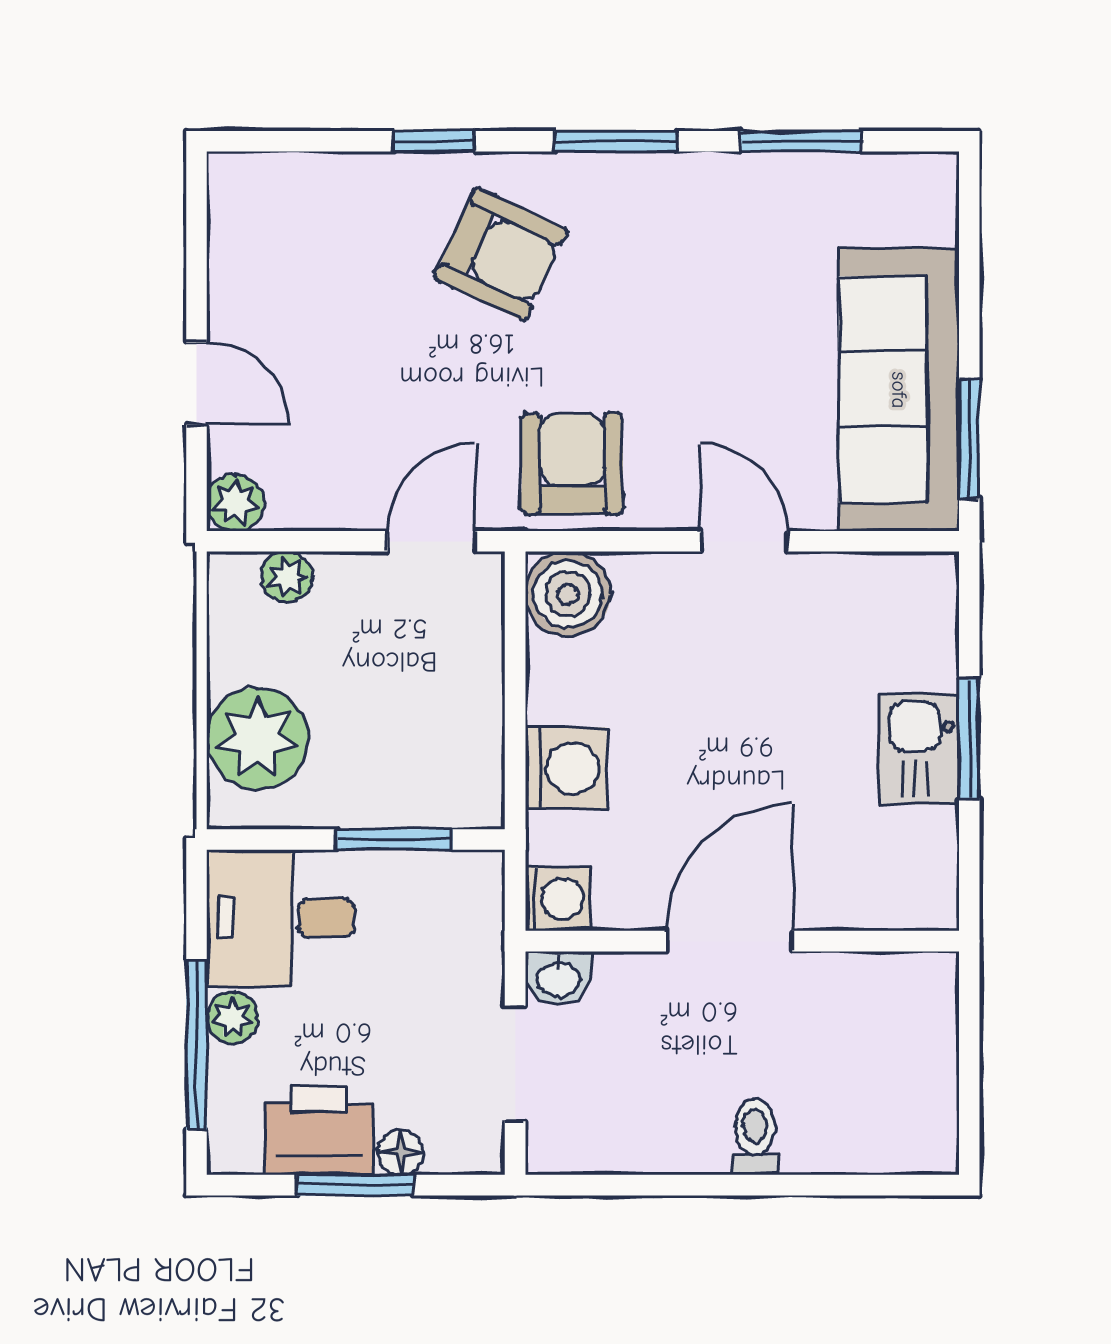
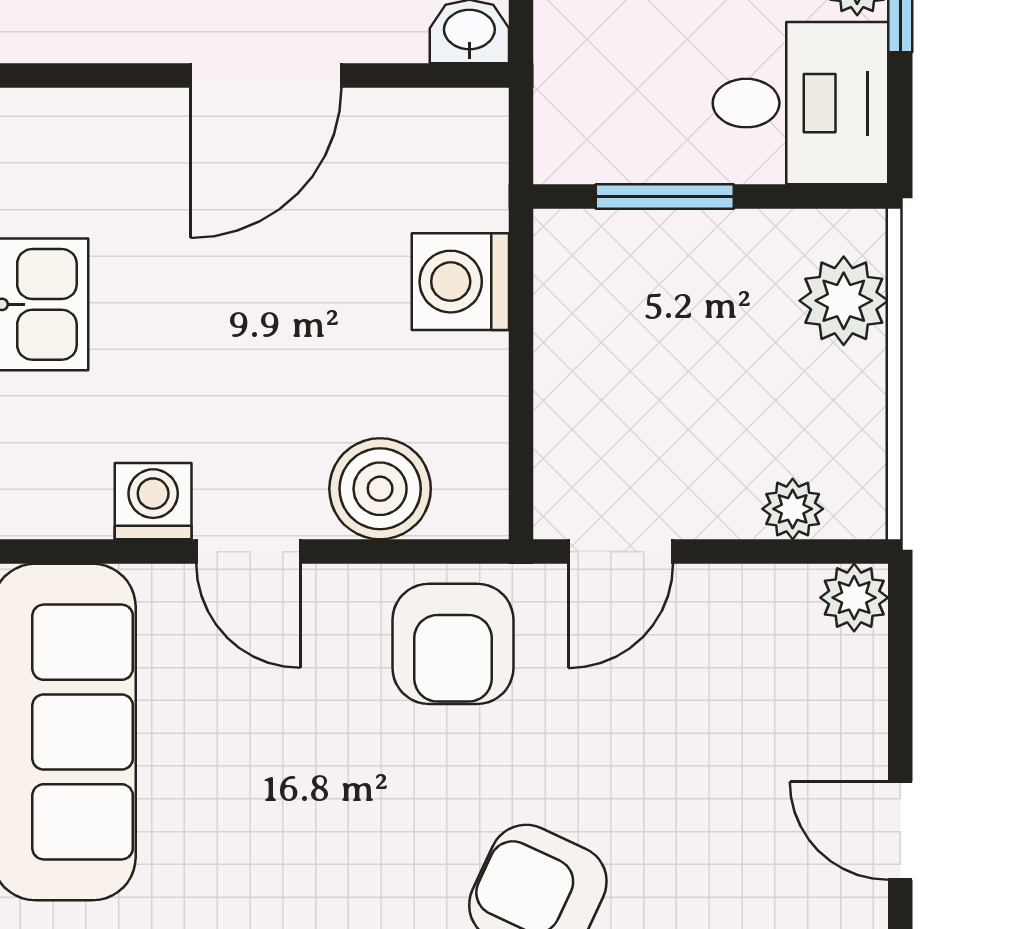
door: (197, 384) -> (900, 831), moved
boiler: (568, 594) -> (380, 489), moved
plant: (258, 738) -> (844, 301), width x0.73, depth x0.73
washing machine: (557, 899) -> (153, 501), moved, turned 90

